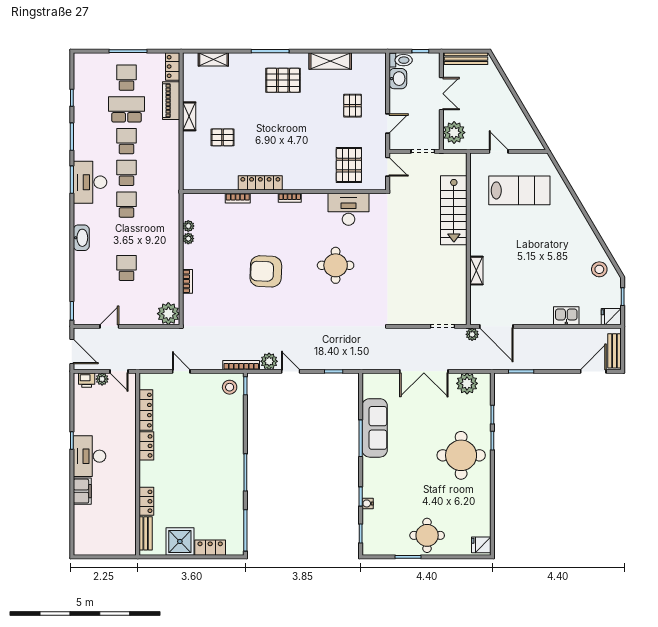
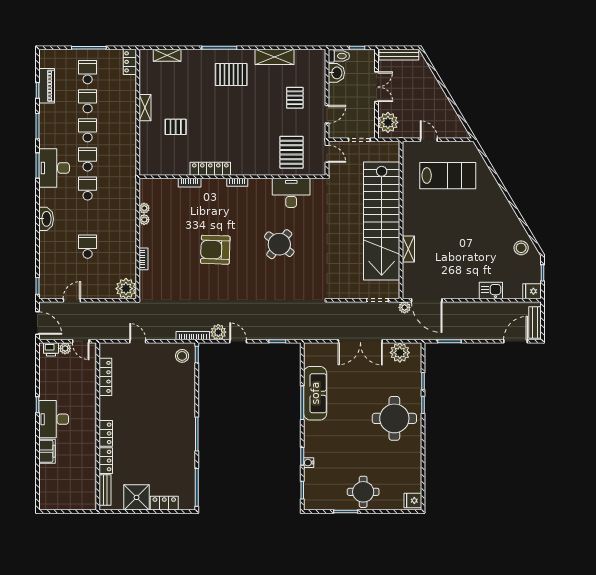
piano: (171, 101) -> (47, 86), moved, turned 180
school desk: (127, 109) -> (88, 101), width x0.54
stairs: (454, 210) -> (382, 221), width x1.86, depth x1.51
round table: (336, 265) -> (279, 244), turned 38
locker: (146, 446) -> (106, 433), moved

